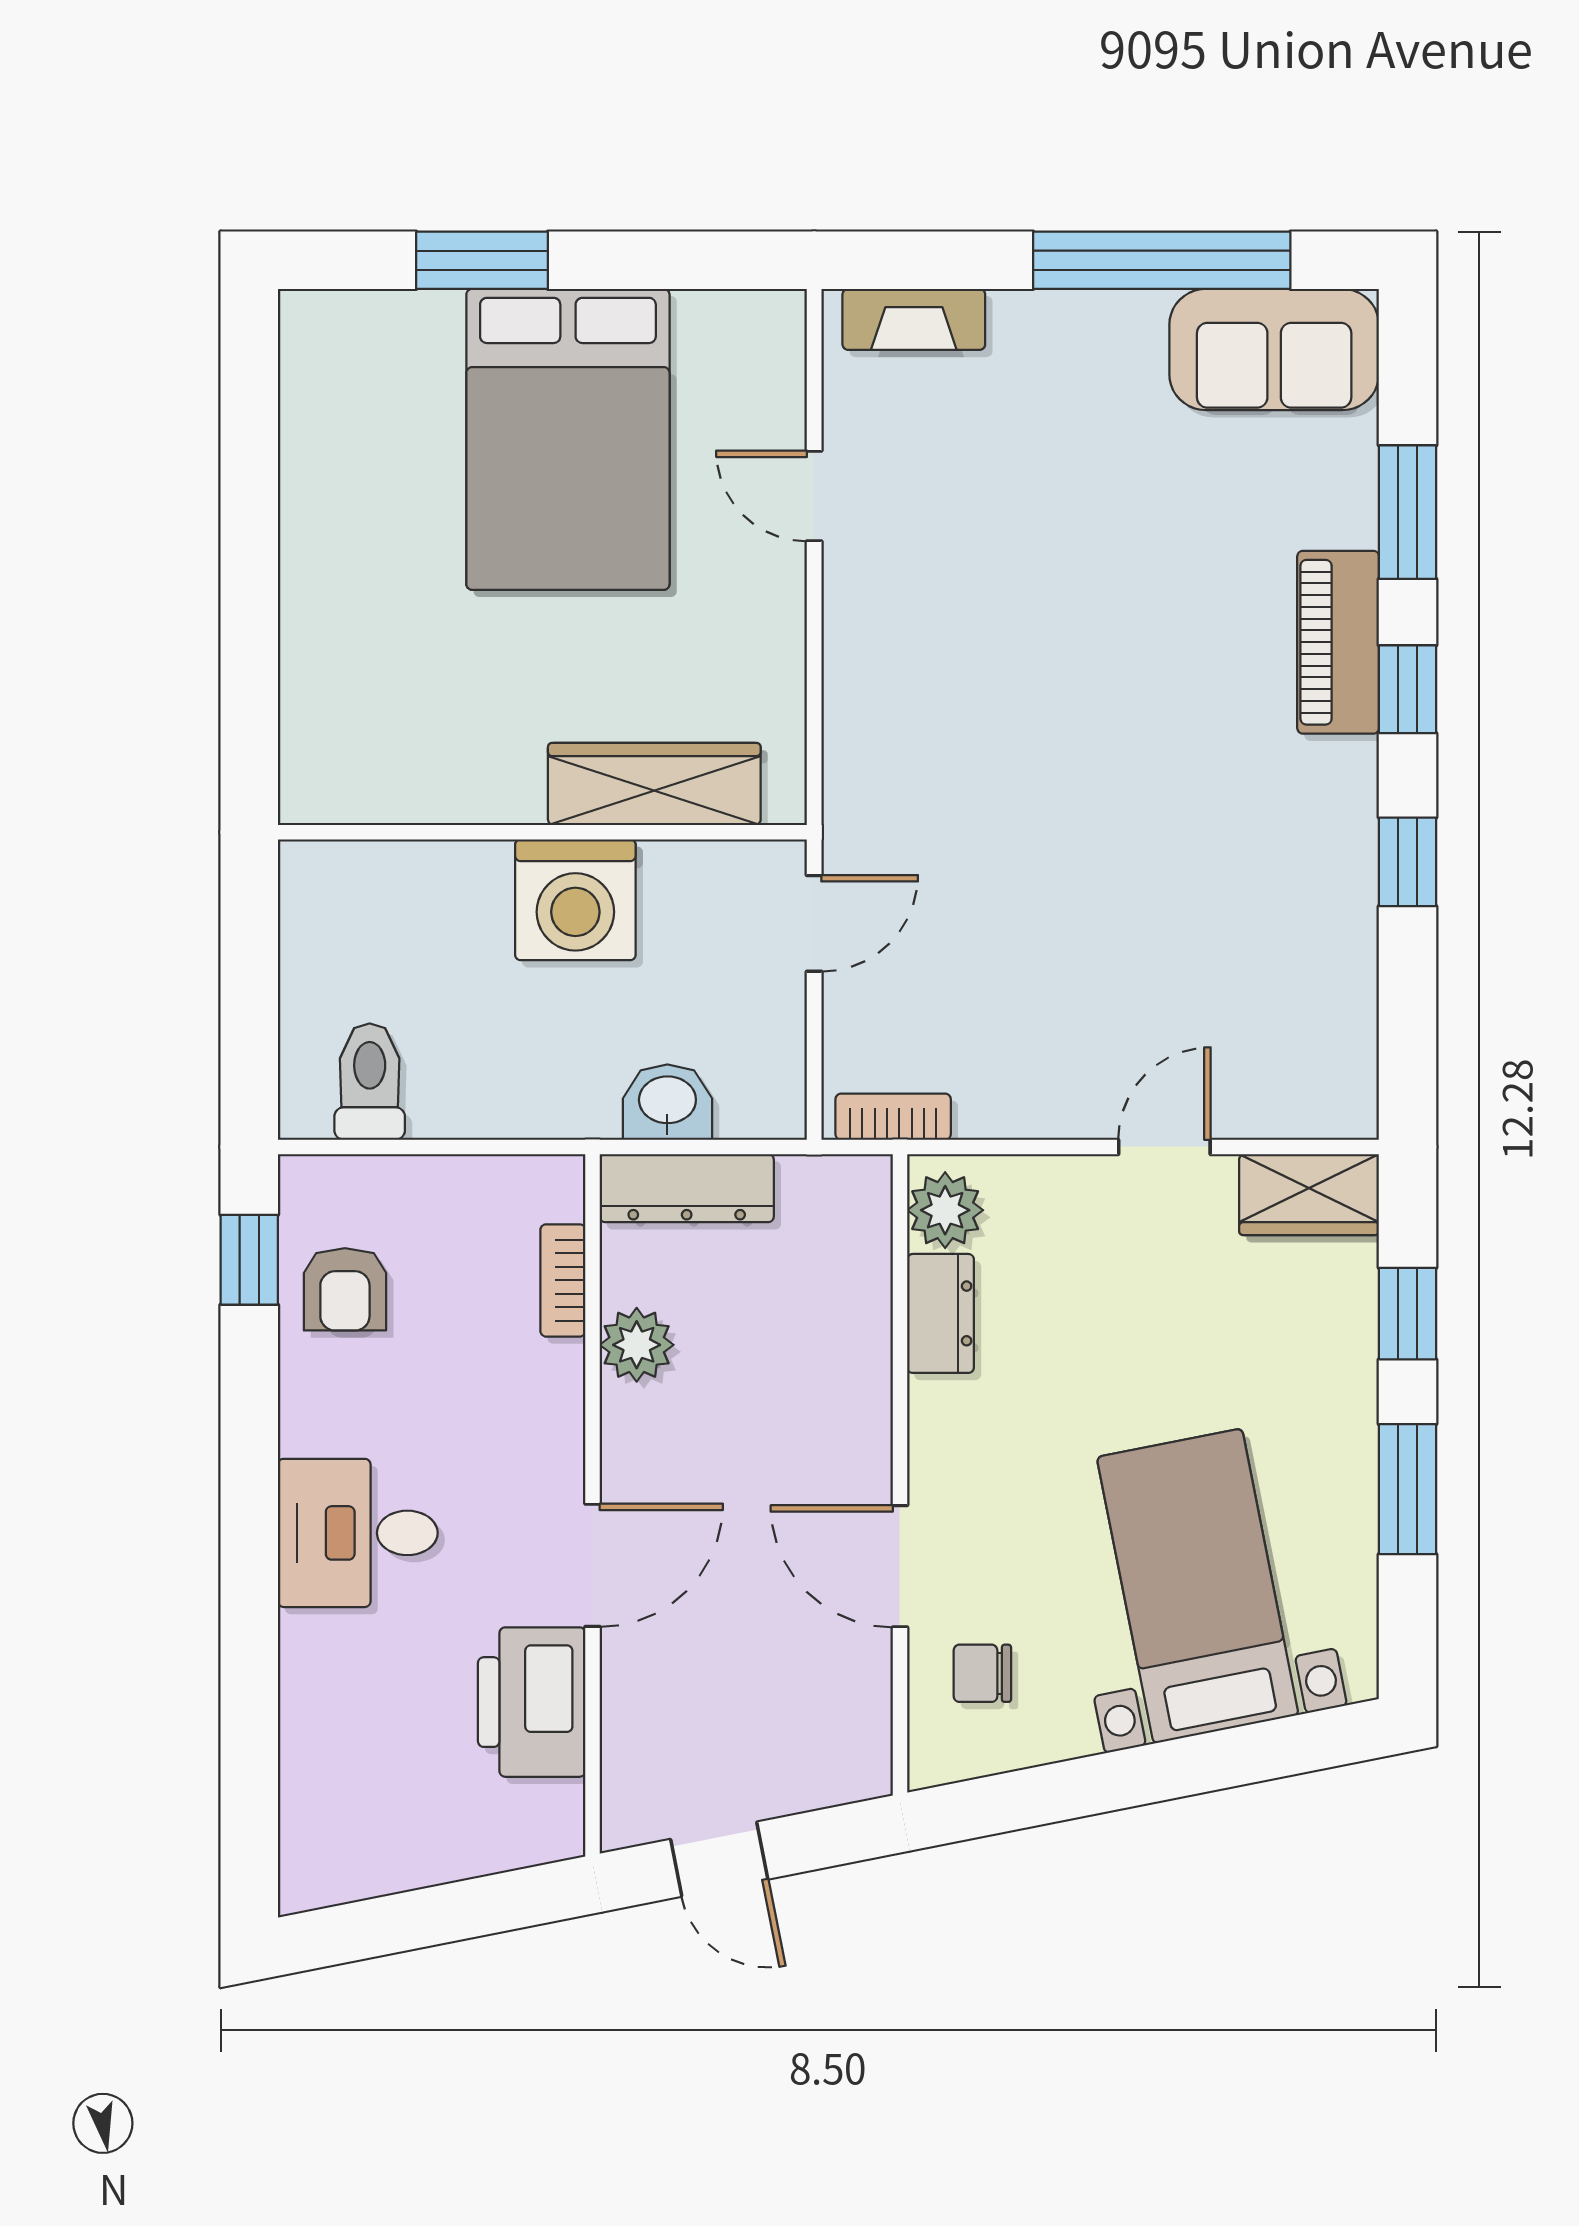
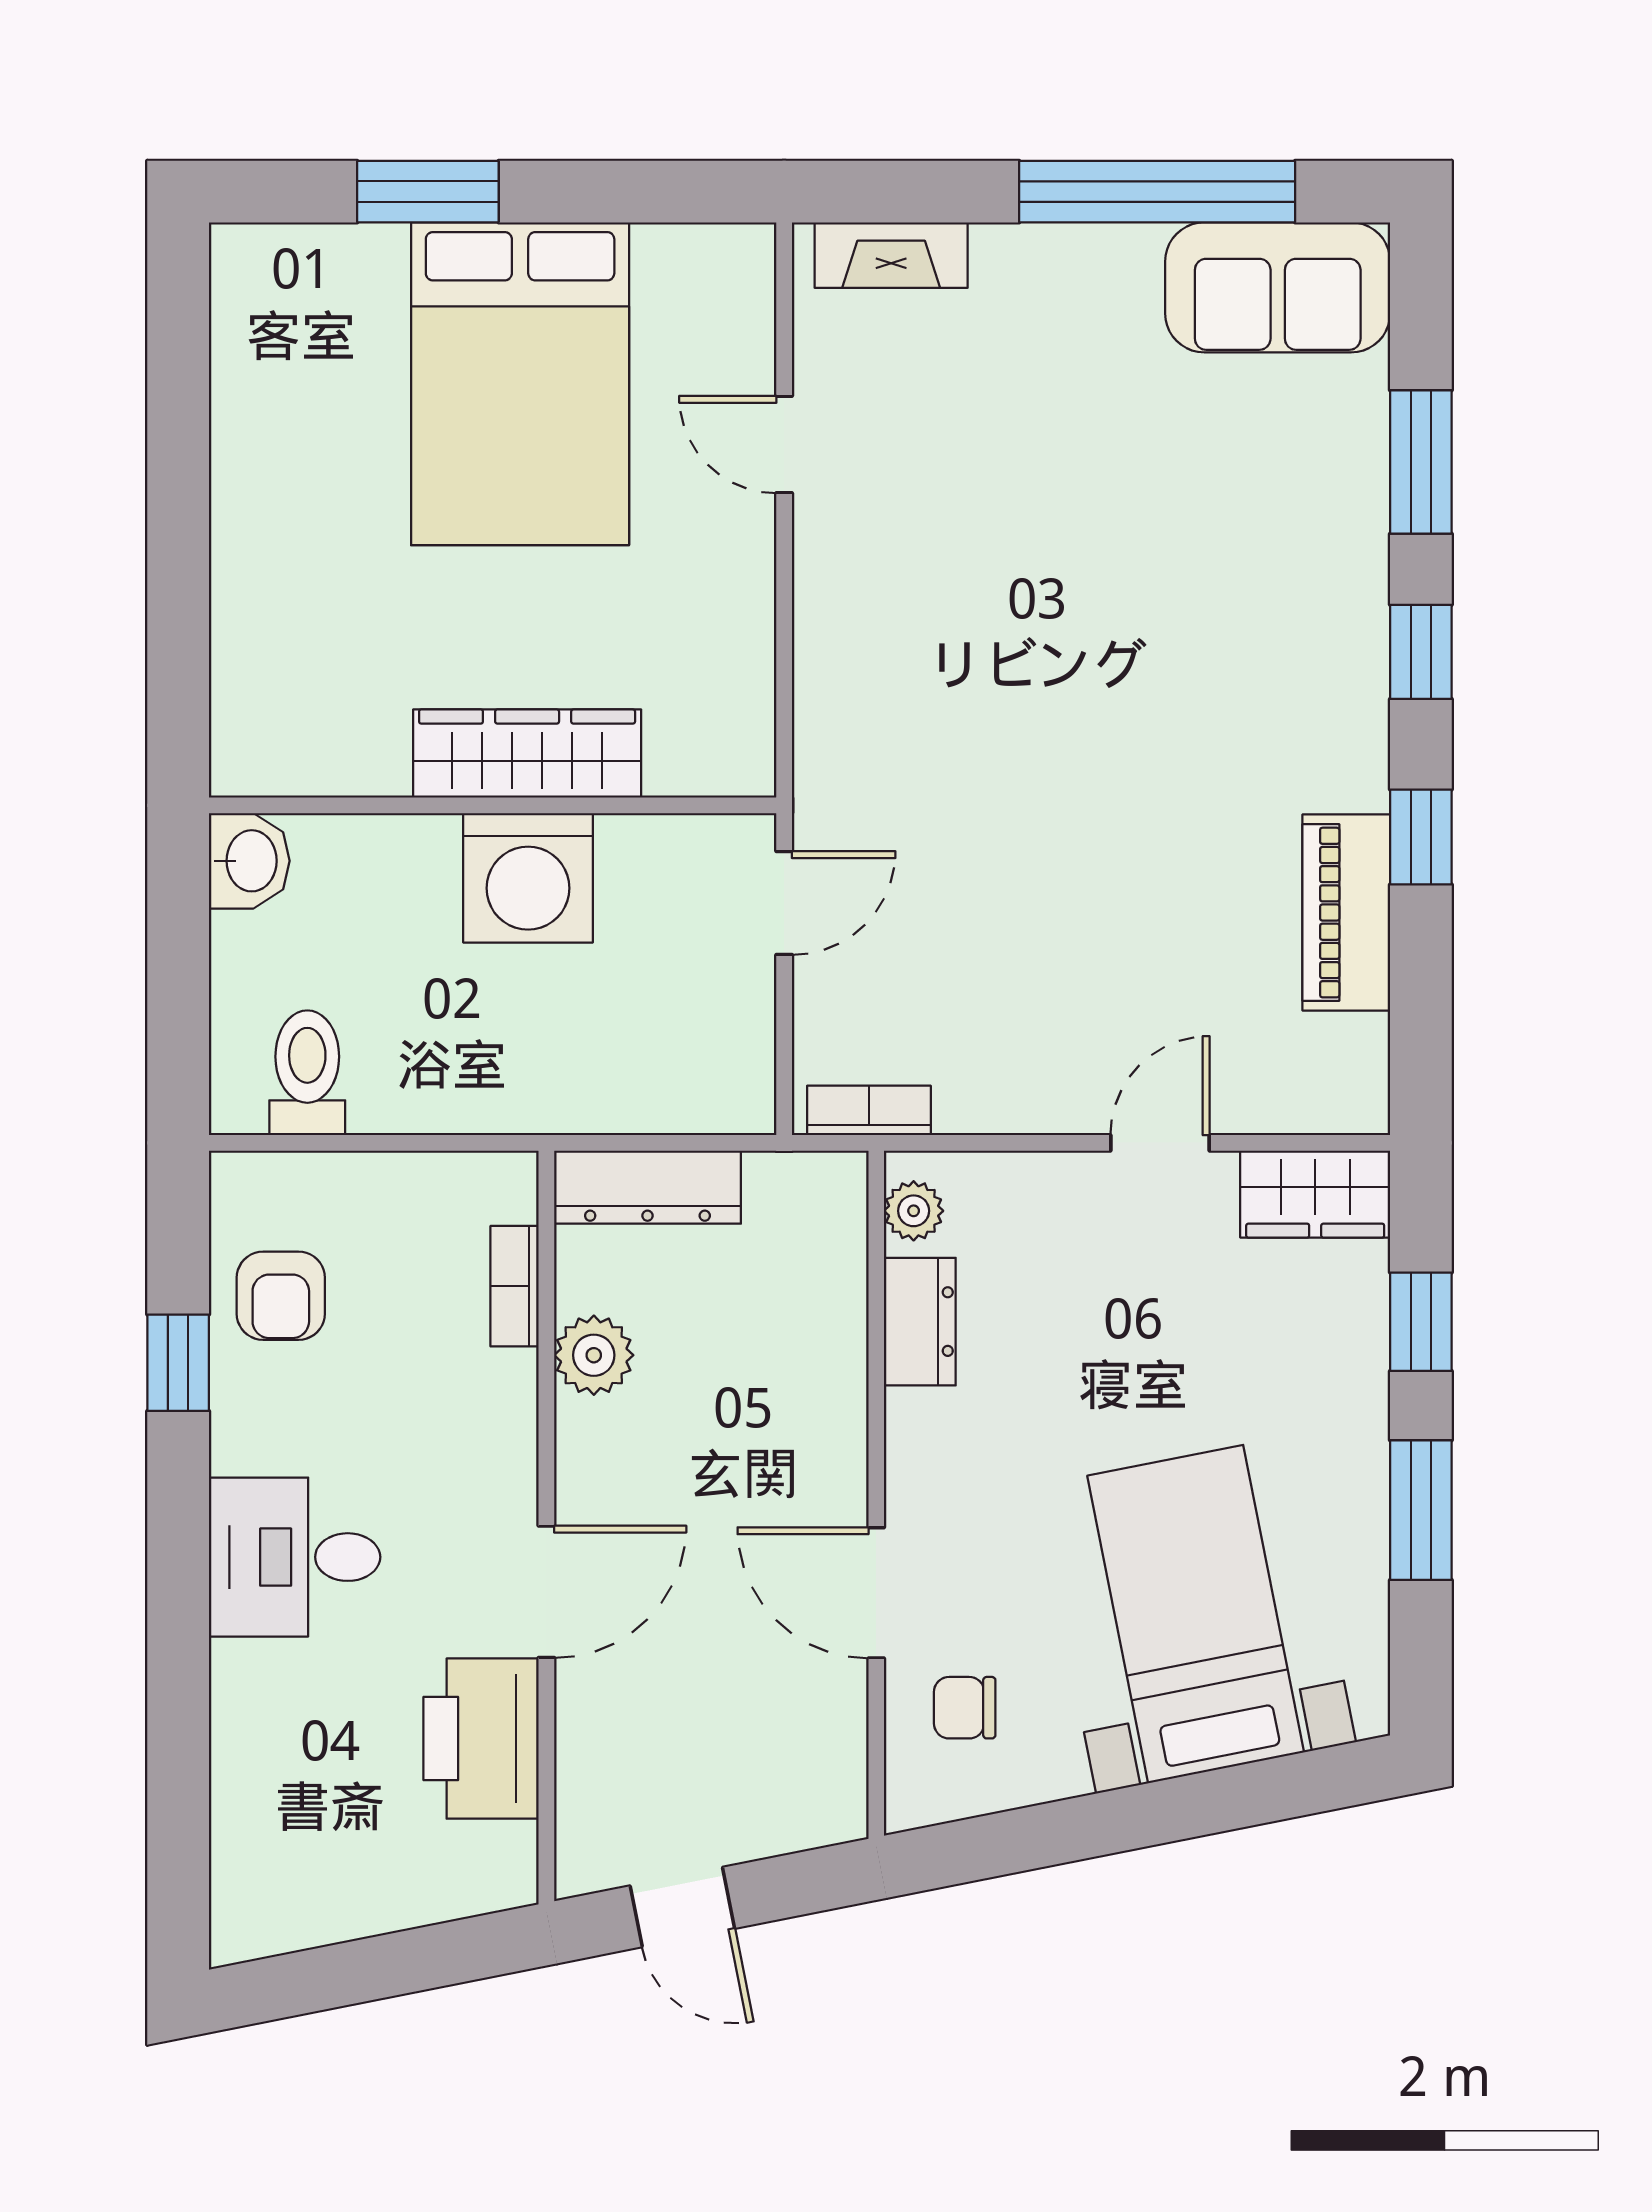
piano: (1338, 642) -> (1346, 913), moved
wardrobe: (654, 784) -> (527, 754), moved
washbasin: (667, 1102) -> (249, 861), moved, turned 90
plant: (945, 1210) -> (914, 1211), width x0.73, depth x0.73
window: (249, 1260) -> (178, 1363), moved

